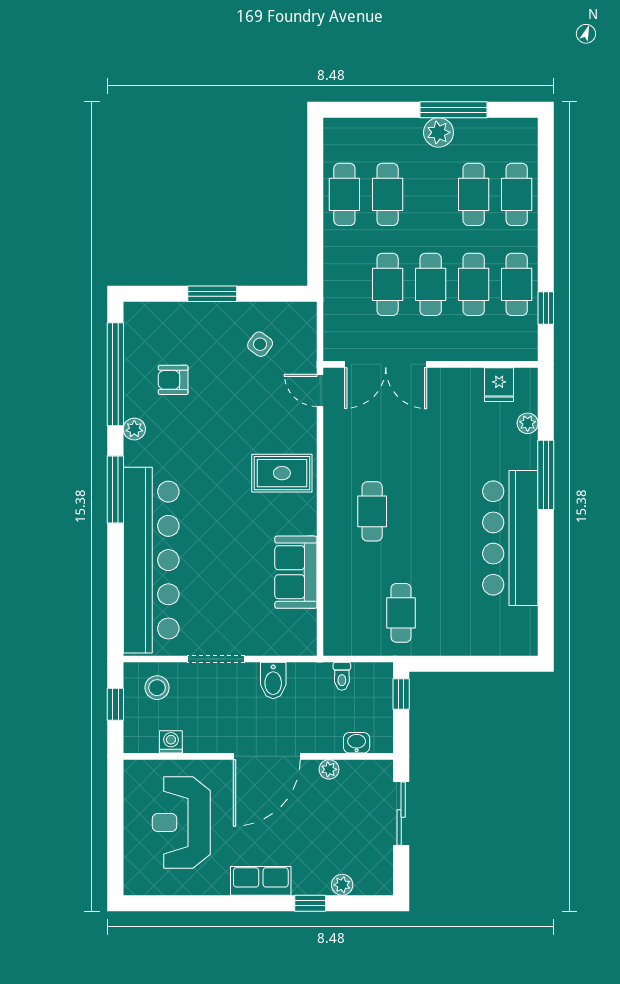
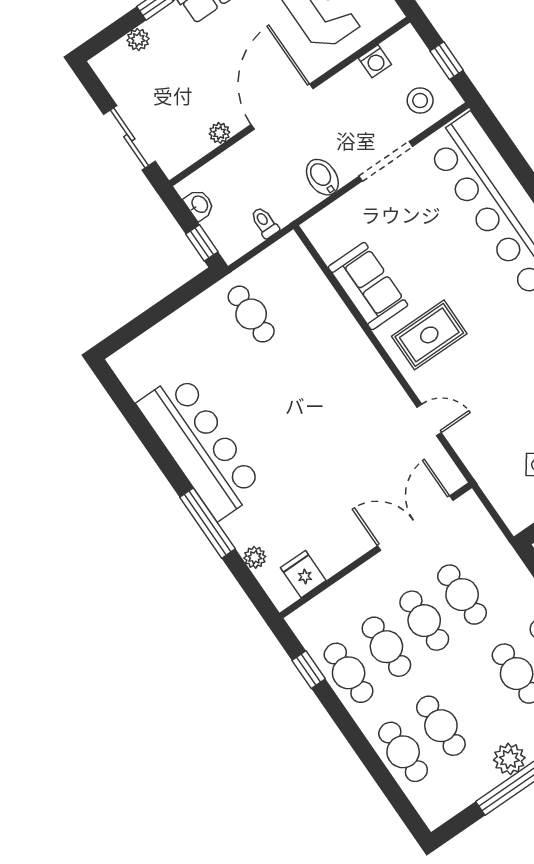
door: (320, 390) -> (429, 420), moved
rug: (282, 473) -> (429, 335), moved
cafe table: (372, 511) -> (338, 386), removed
washbasin: (357, 743) -> (199, 205), moved, turned -90

